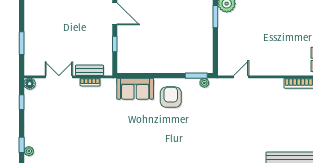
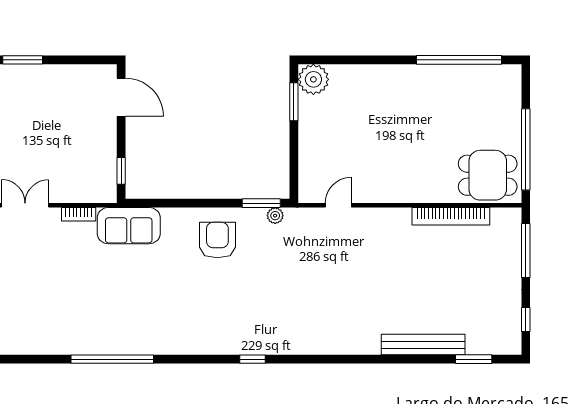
window: (115, 44) -> (121, 171), moved
bench: (89, 70) -> (78, 194), removed
sofa: (135, 89) -> (129, 226), moved

